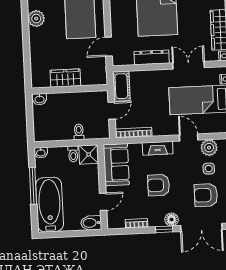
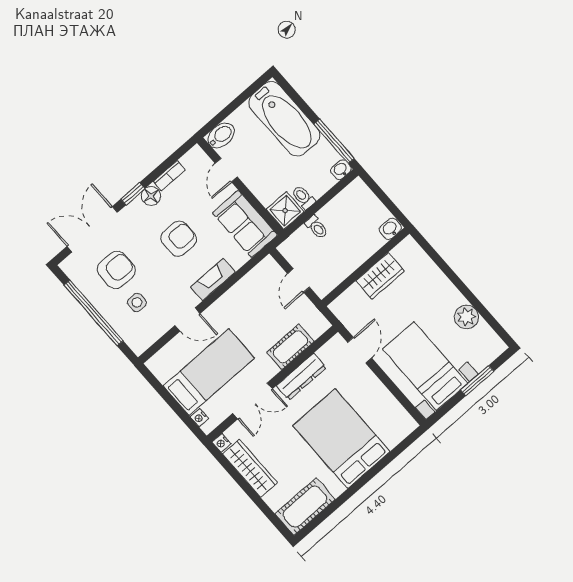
cot: (121, 86) -> (290, 347), moved, turned 90
bookcase: (134, 133) -> (254, 276), removed
plant: (209, 148) -> (155, 326), removed
window: (33, 186) -> (334, 141), moved
floor lamp: (172, 220) -> (151, 196), moved

